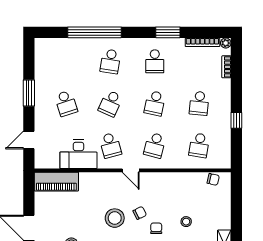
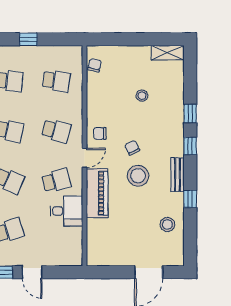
door: (29, 140) -> (32, 272), moved
desk: (78, 154) -> (66, 211), width x0.73
piano: (56, 182) -> (97, 193), moved
chair: (156, 228) -> (100, 133), moved

